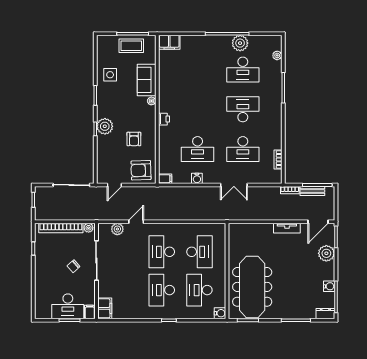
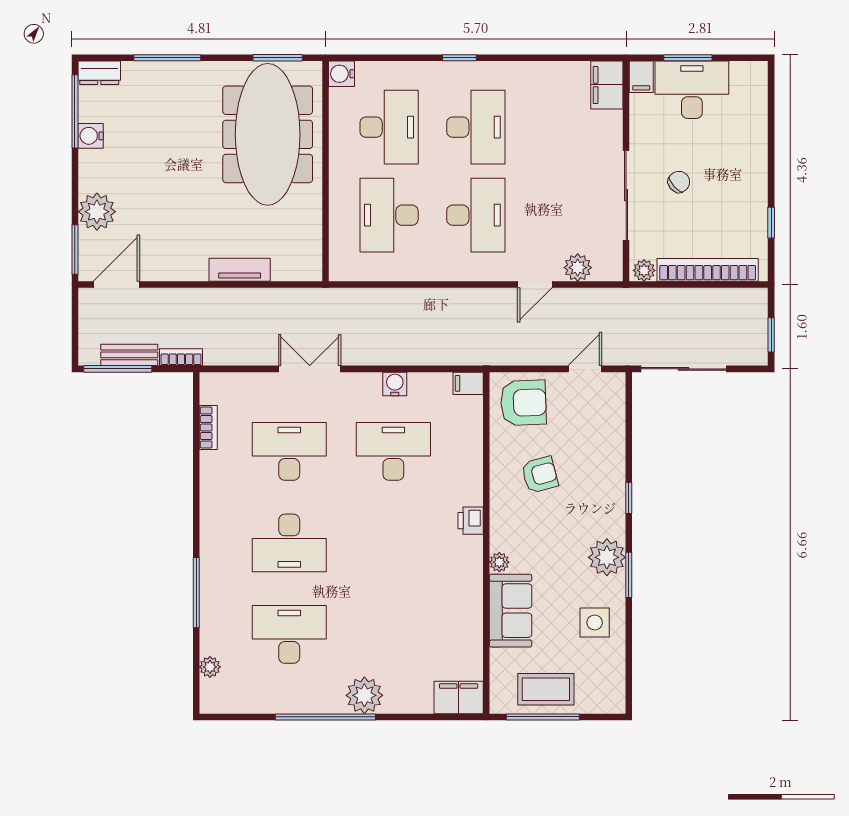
plant: (240, 43) -> (364, 695), moved
plant: (105, 126) -> (607, 557), moved
armchair: (134, 139) -> (540, 475), turned 75
tv unit: (287, 228) -> (240, 270), moved

